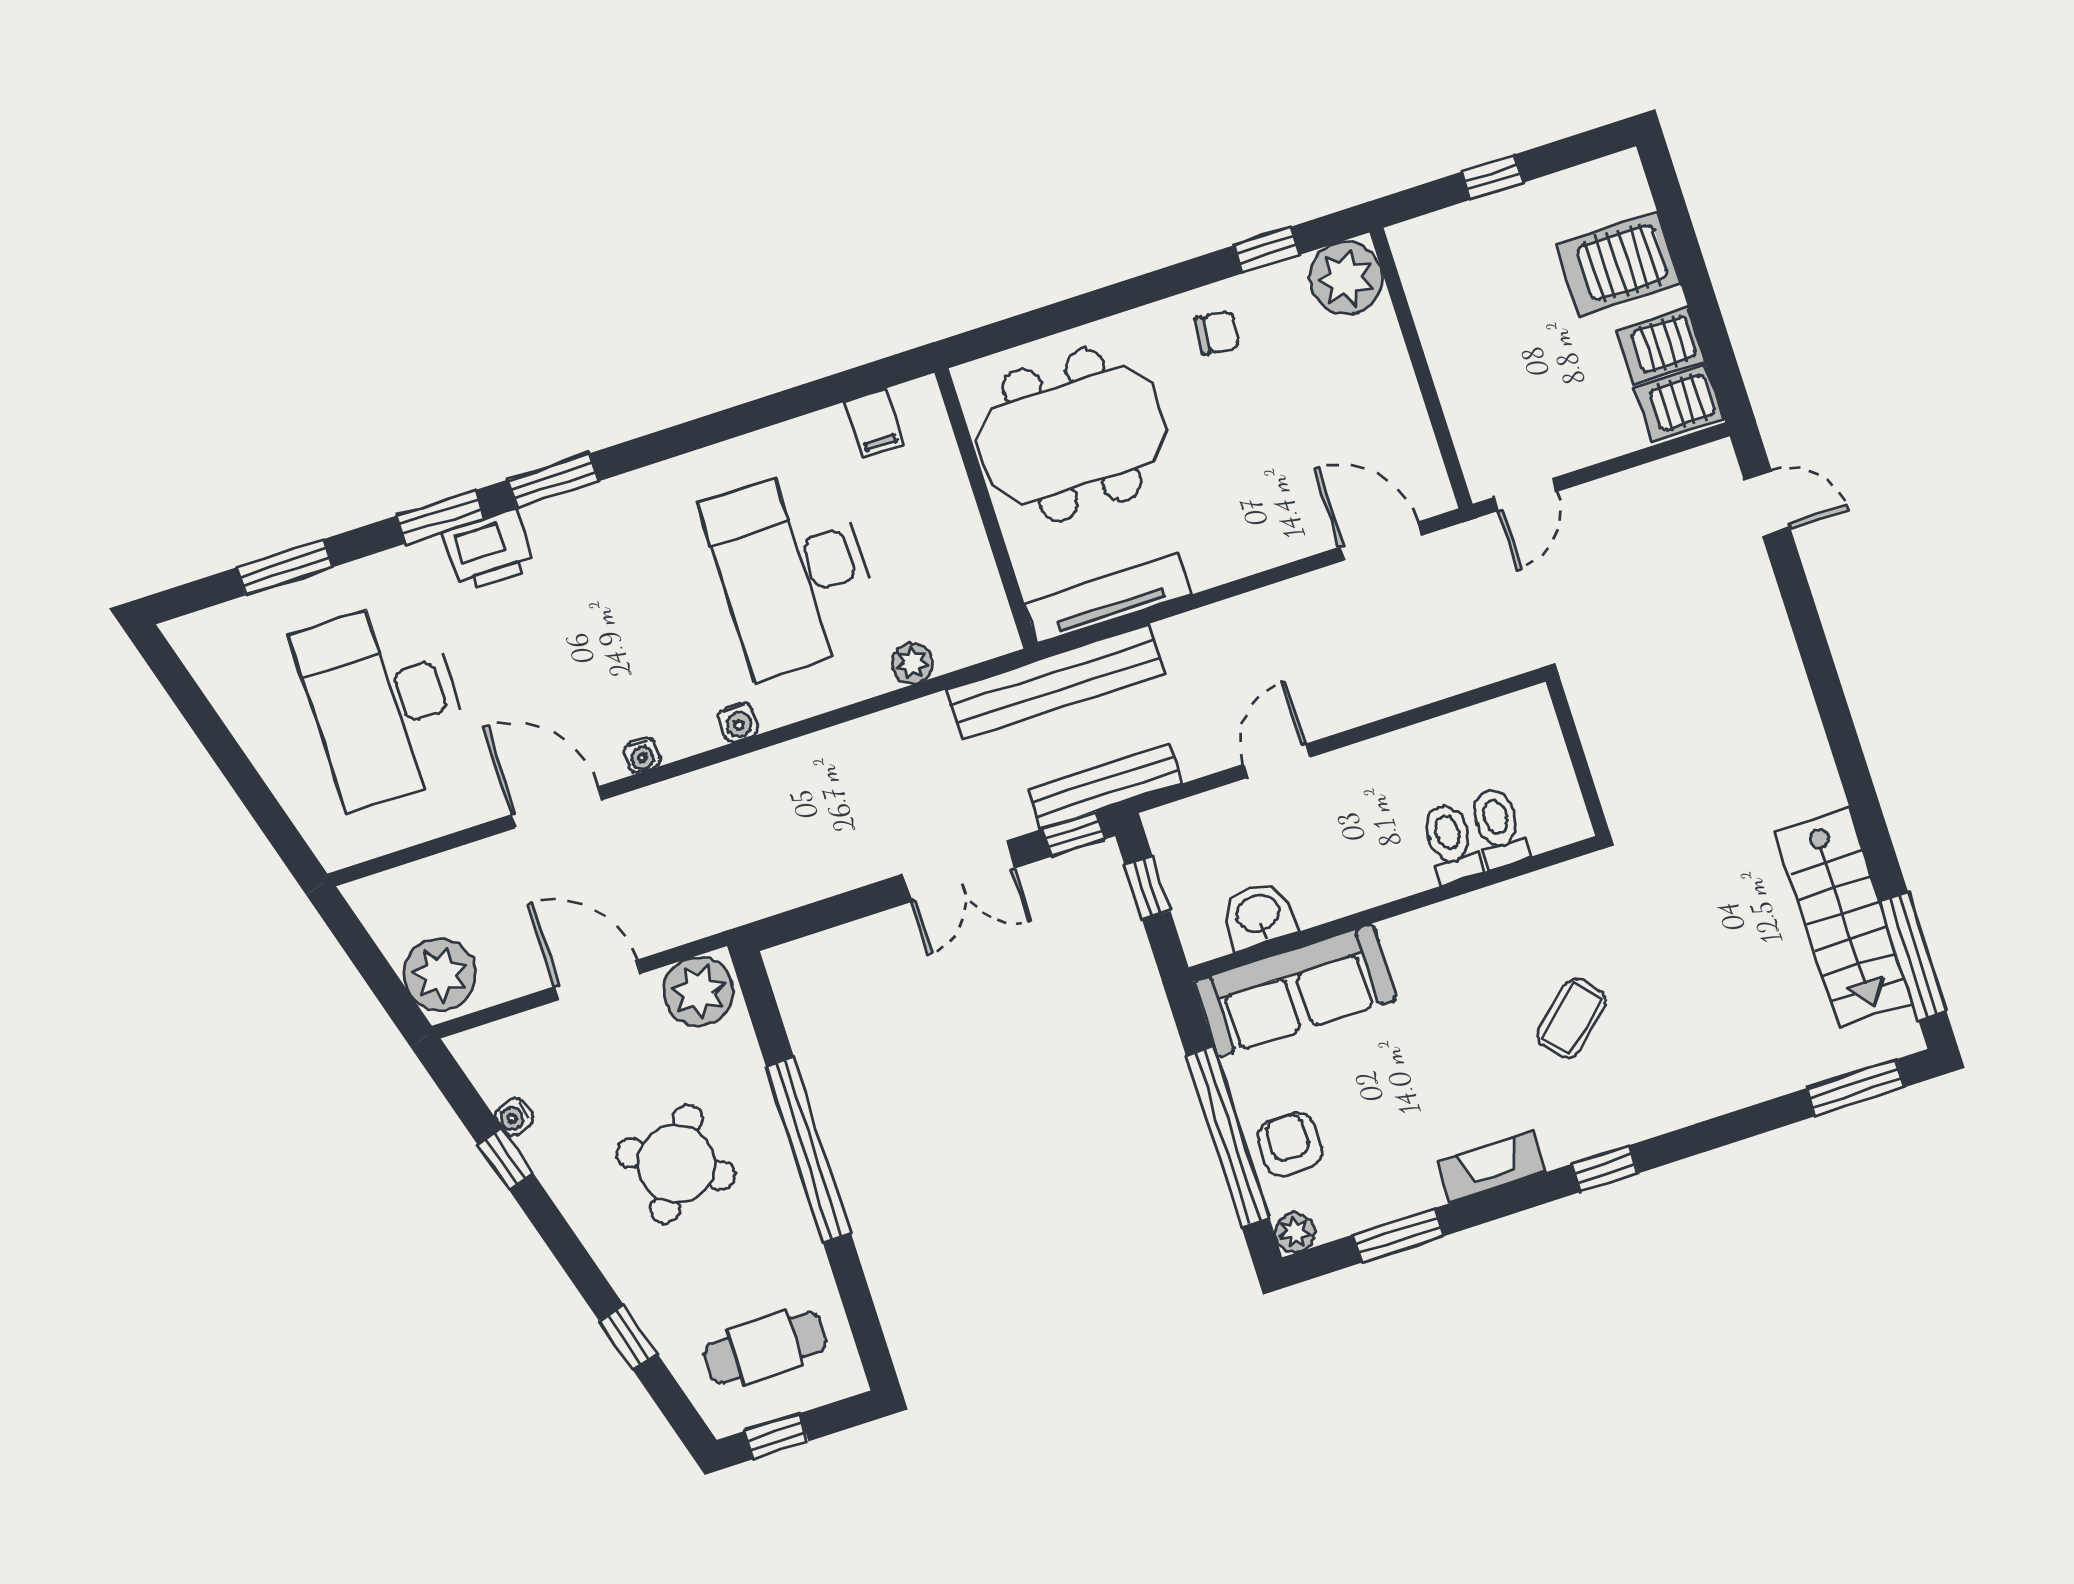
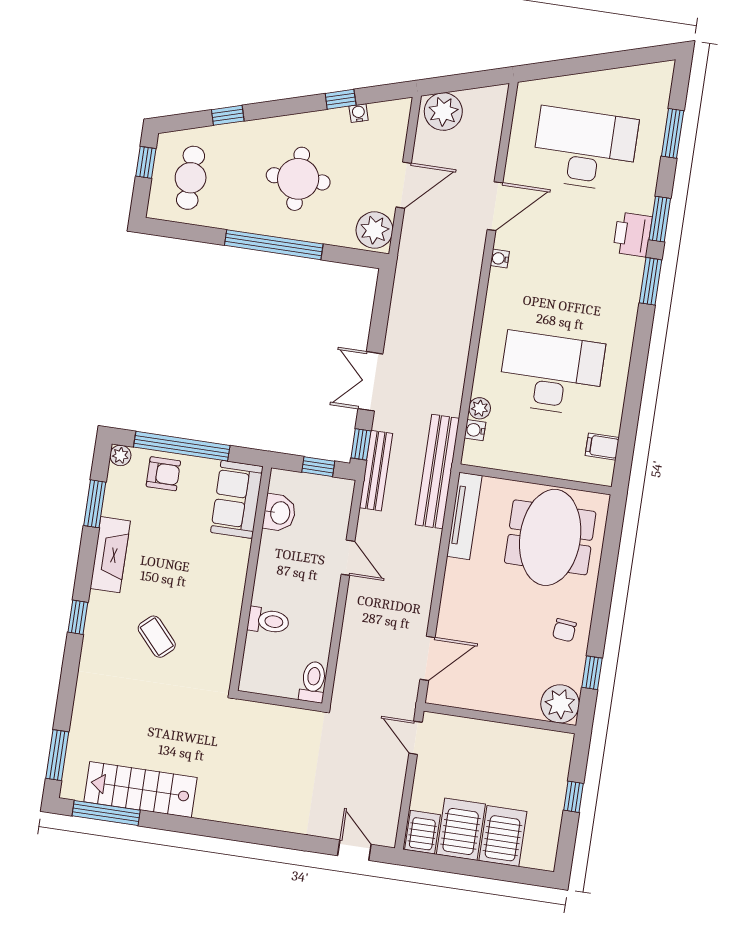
server rack: (1661, 345) -> (461, 829), width x1.36, depth x1.44
door: (1767, 504) -> (354, 850), swing flipped
water cooler: (738, 722) -> (475, 430), moved
toilet: (1498, 827) -> (313, 682), moved, turned -90
sofa: (1295, 991) -> (237, 499), width x0.73
round table: (676, 1164) -> (298, 179), turned -32
fireplace: (1491, 1167) -> (110, 555), width x1.37, depth x1.32

